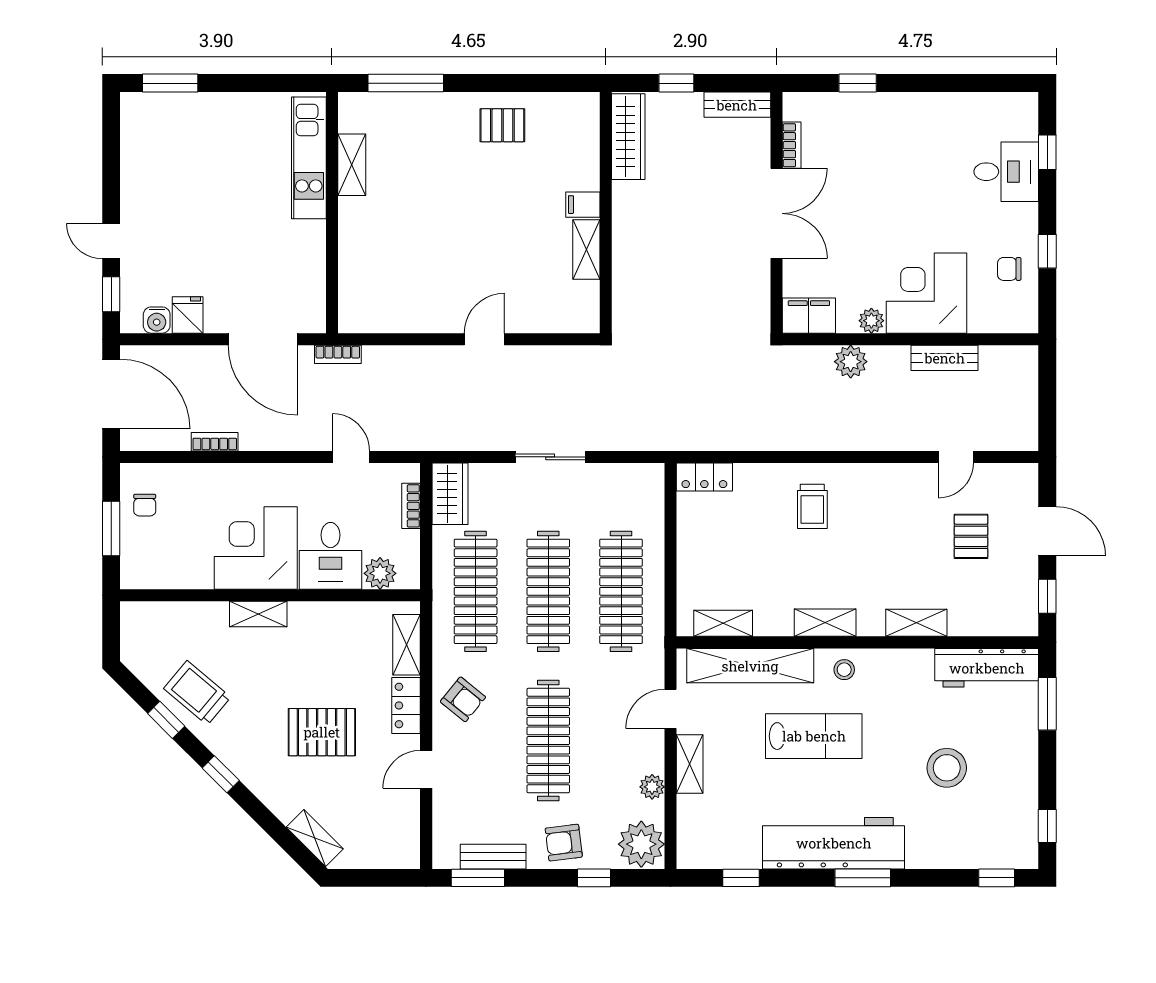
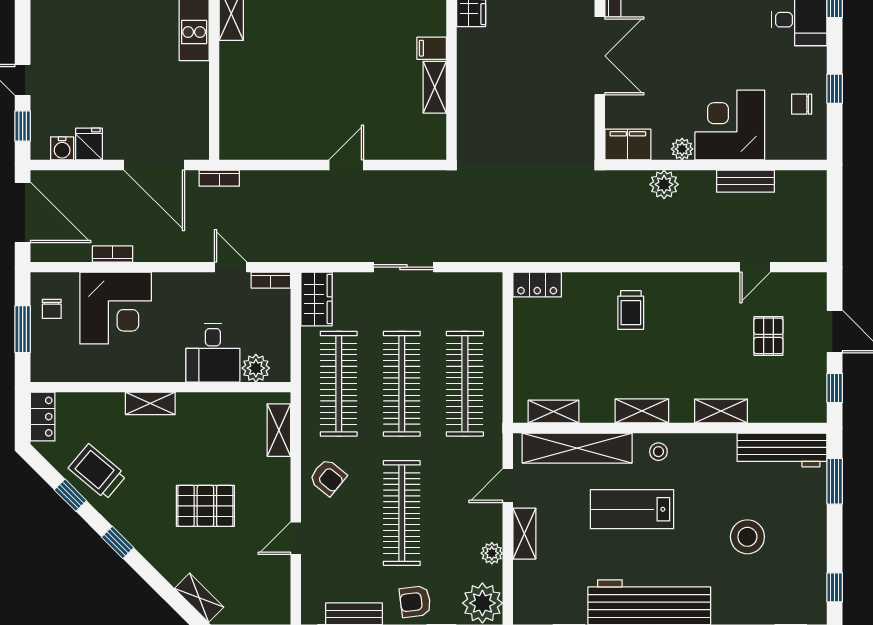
bookcase: (411, 506) -> (271, 280), moved, turned -90
corner desk: (256, 548) -> (116, 308), moved, turned 180
locker: (406, 705) -> (43, 417), moved, turned 180
lab bench: (814, 736) -> (632, 509), turned 180

